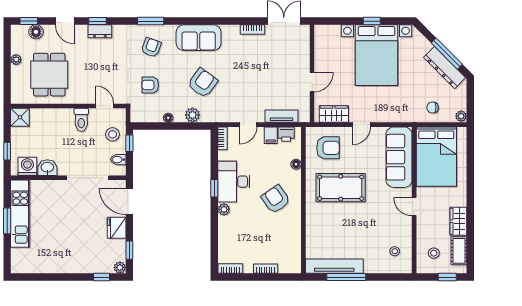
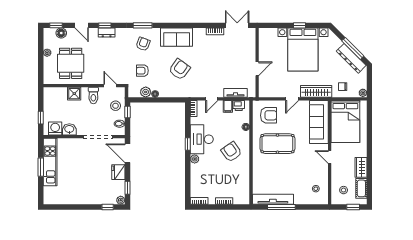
wardrobe: (334, 114) -> (316, 91), moved, width x1.50
plant: (192, 115) -> (146, 92), moved
shower: (20, 117) -> (74, 94), moved

